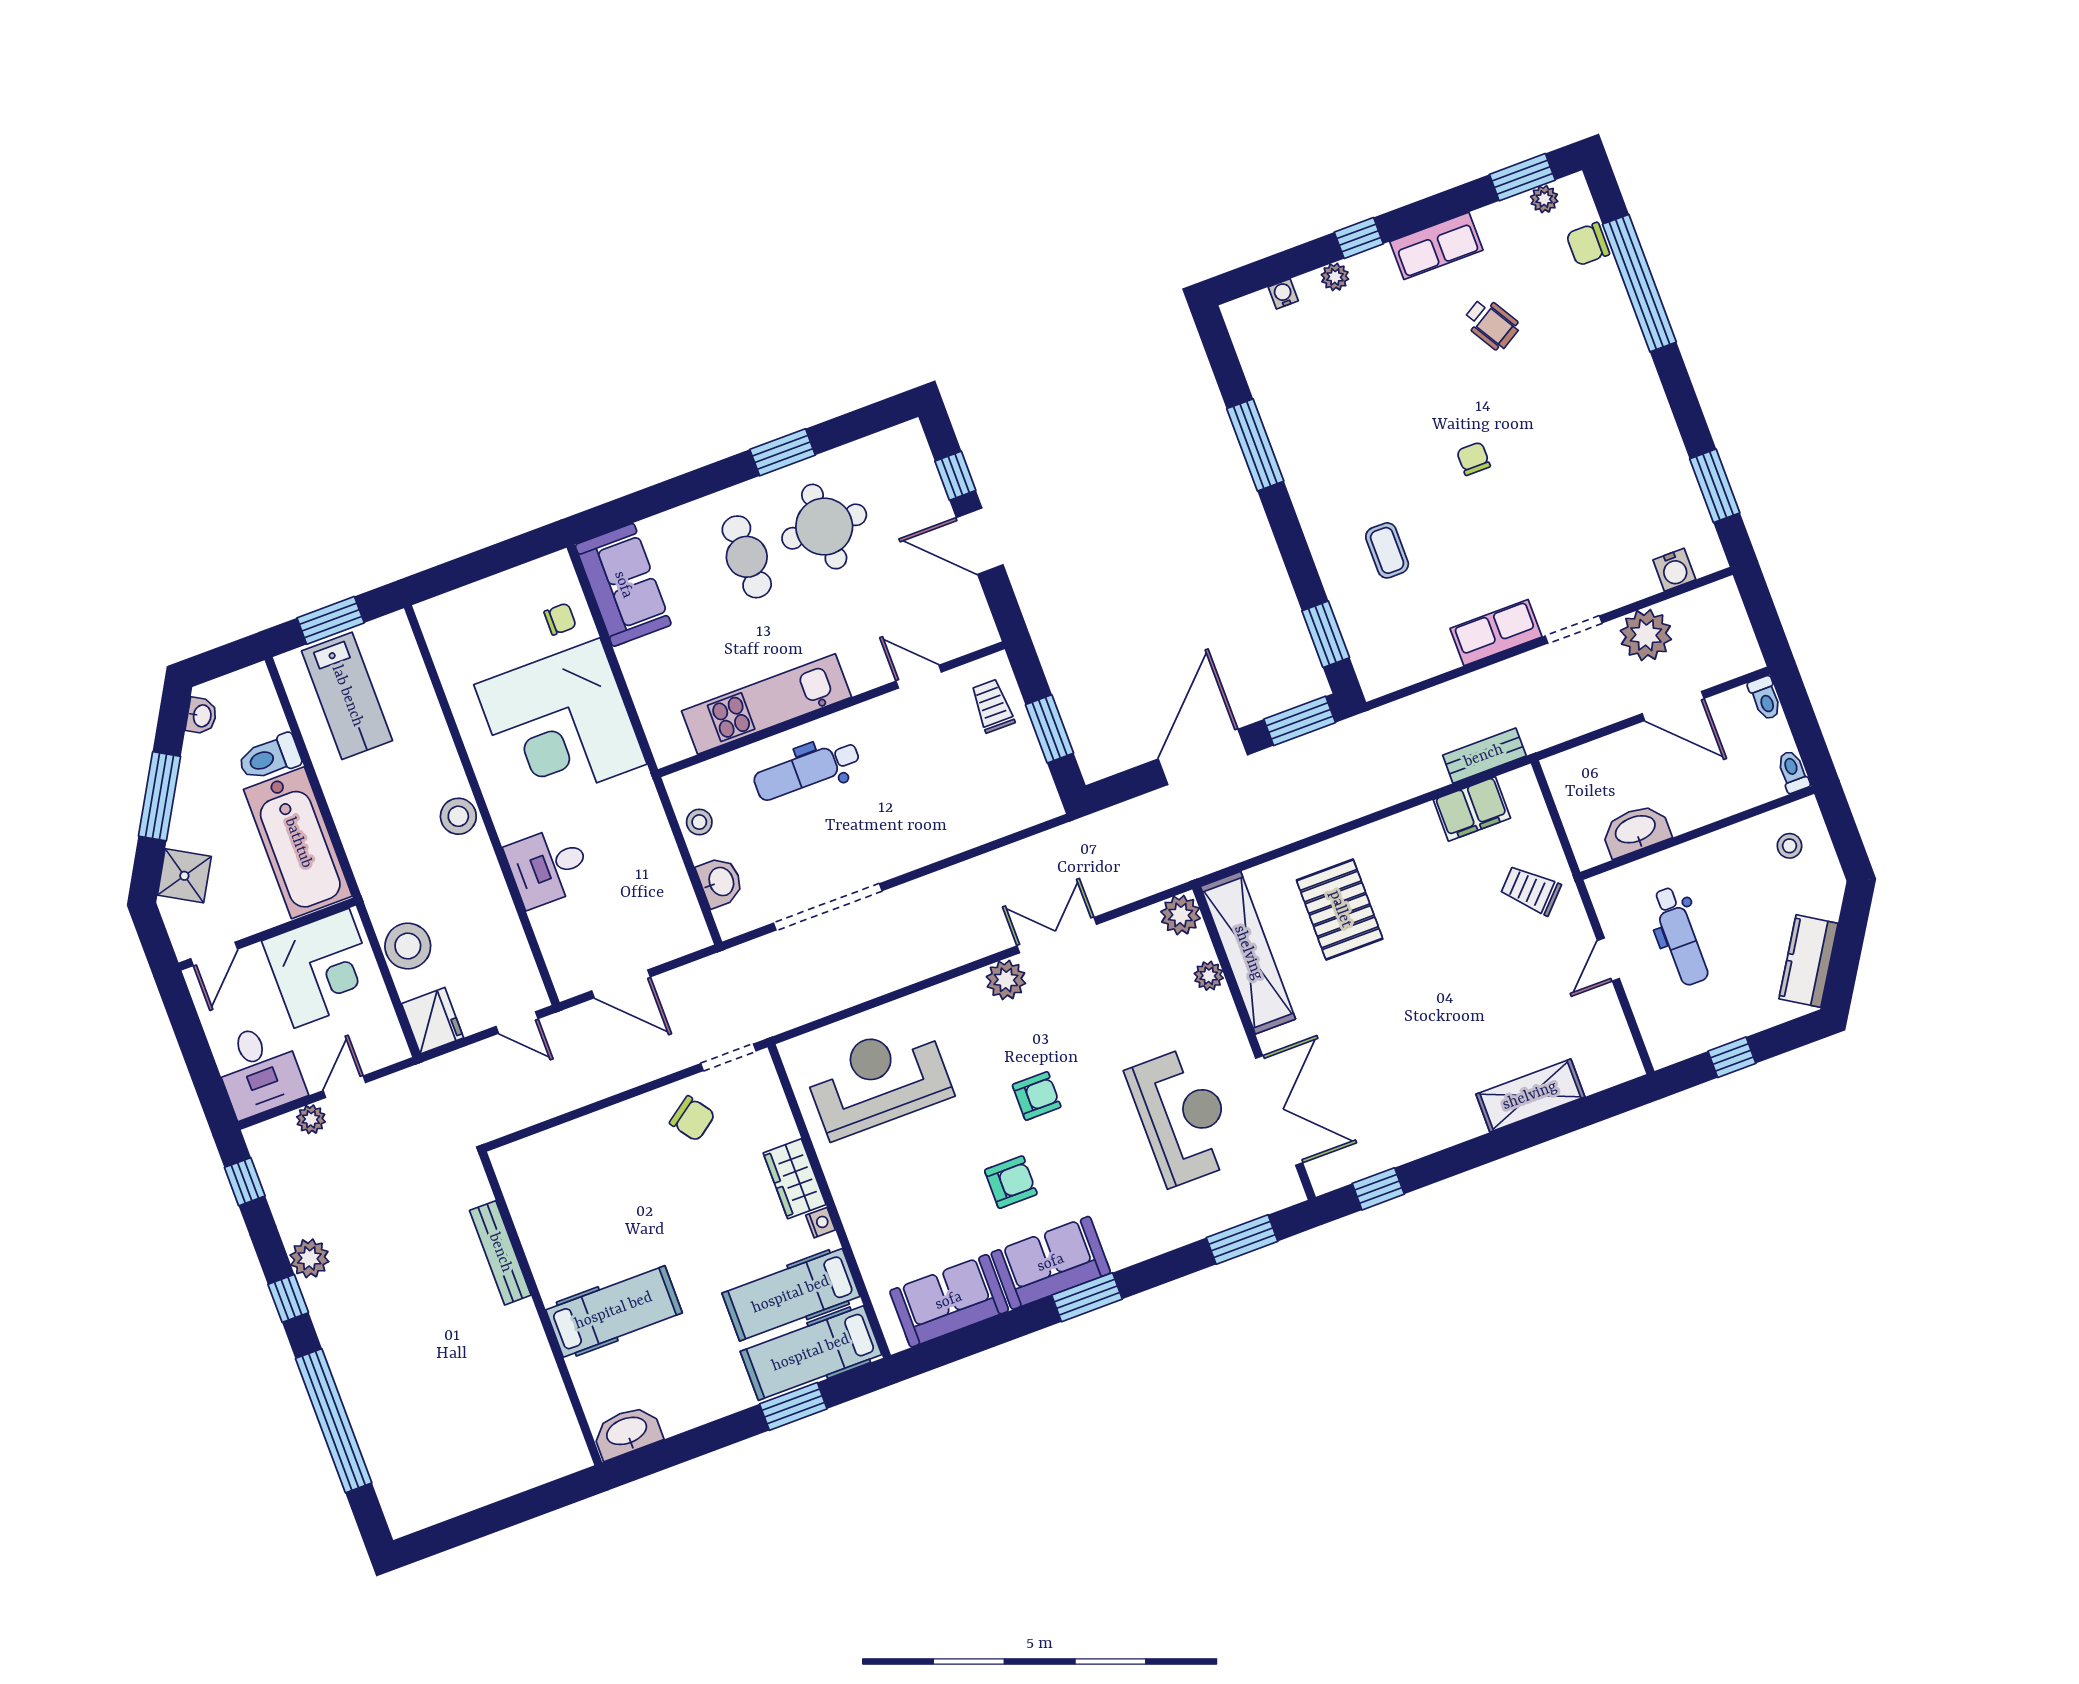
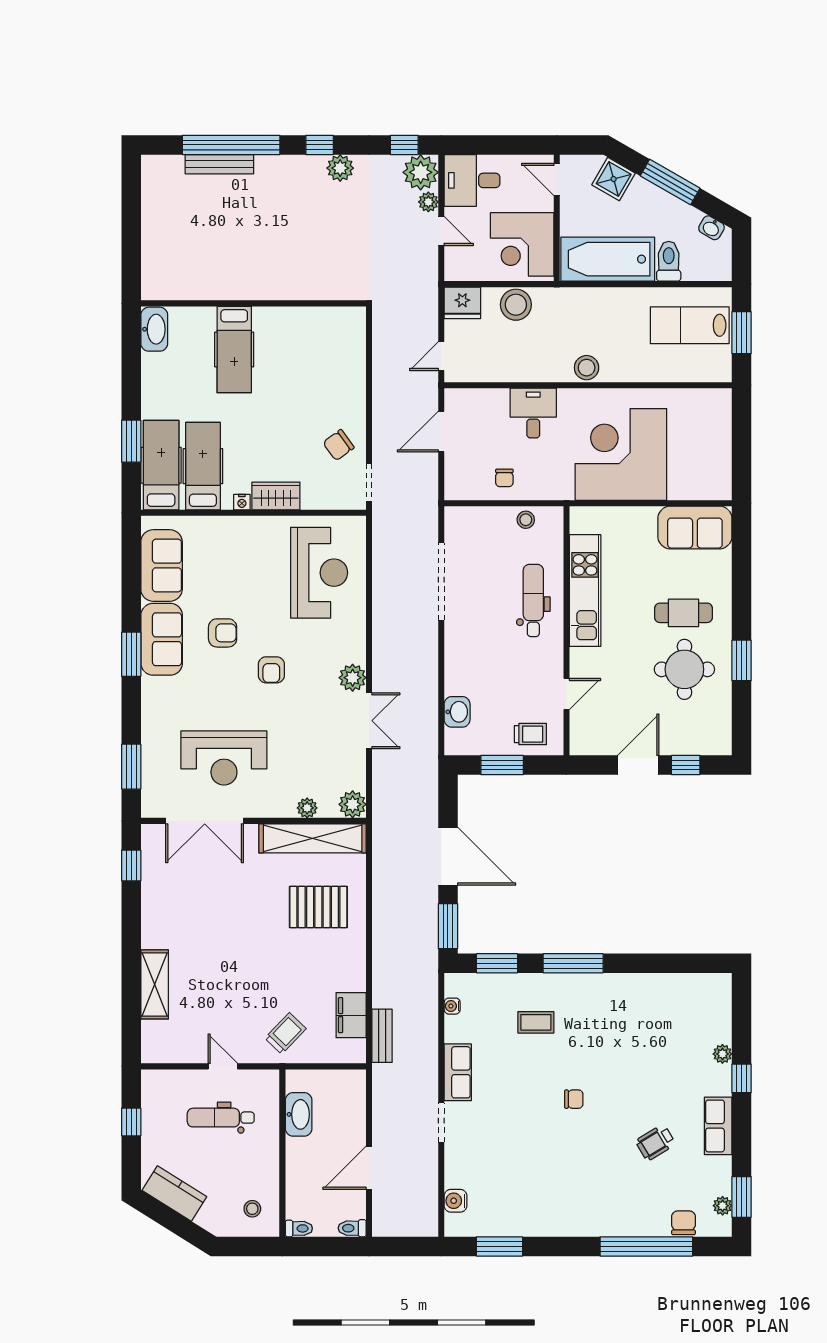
water cooler: (1283, 294) -> (452, 1006), moved, turned 180
window: (1255, 445) -> (573, 963), moved
chair: (560, 619) -> (504, 478), moved
plant: (1646, 635) -> (421, 172), moved
washbasin: (720, 882) -> (457, 712), moved, turned -90
armchair: (1011, 1182) -> (223, 633), turned -90
bench: (500, 1253) -> (219, 164), moved

